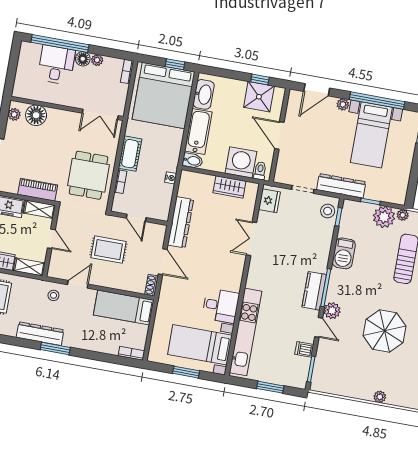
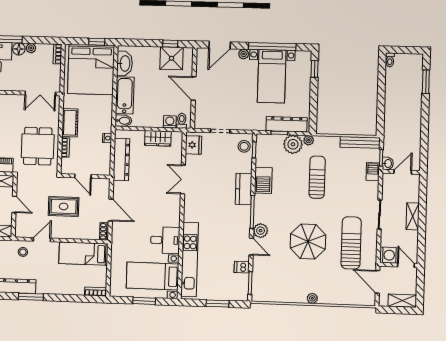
washing machine: (241, 162) -> (170, 122), width x0.53, depth x0.53
dresser: (341, 186) -> (287, 124), moved
dresser: (181, 222) -> (121, 160), moved
kitchen counter: (314, 291) -> (244, 189), moved

